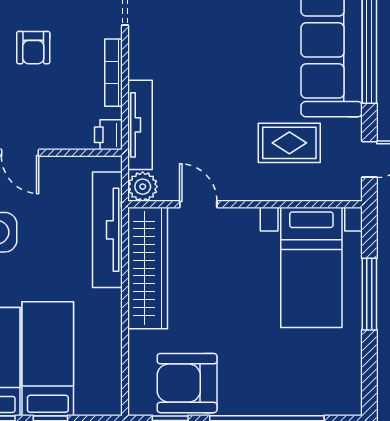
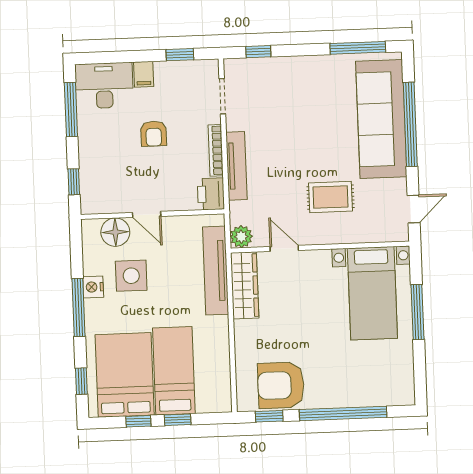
tv unit: (140, 125) -> (236, 166), moved
printer: (108, 135) -> (211, 194), width x1.36, depth x1.24
rug: (289, 143) -> (331, 197), moved
wardrobe: (148, 268) -> (245, 285), width x0.71, depth x0.85

